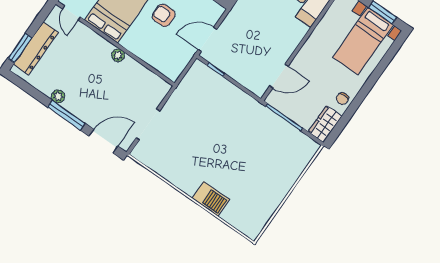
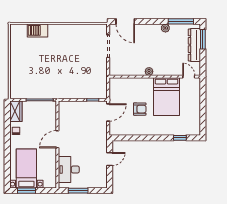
door: (279, 76) -> (57, 139), moved
window: (66, 115) -> (181, 21), moved
door: (103, 141) -> (125, 21), hinge flipped
barbecue: (211, 199) -> (37, 30), moved

